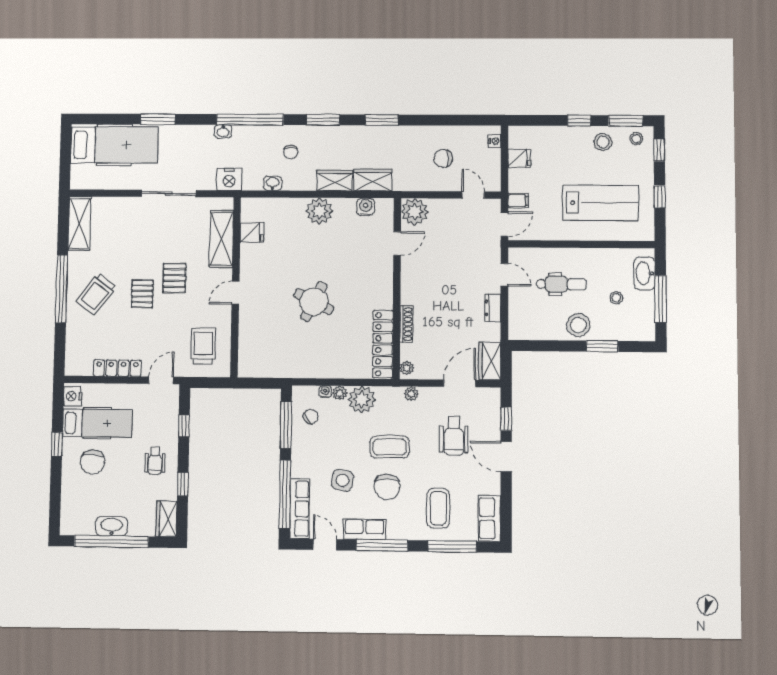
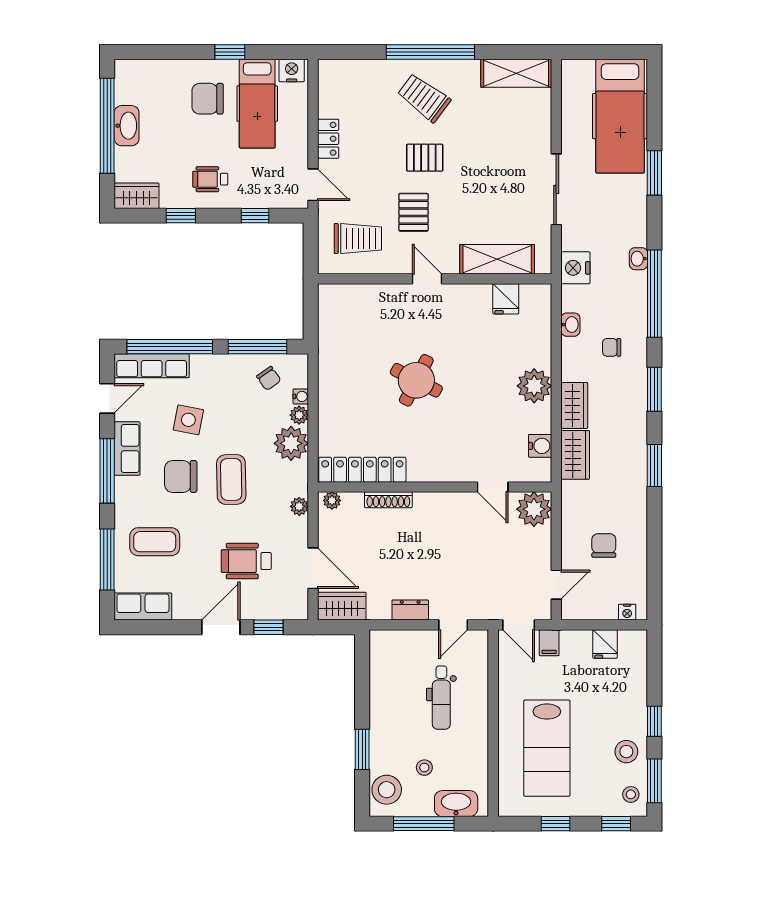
pallet: (174, 278) -> (413, 212), moved, turned 90
stool: (578, 325) -> (387, 790), moved
locker: (117, 368) -> (328, 139), width x0.66

